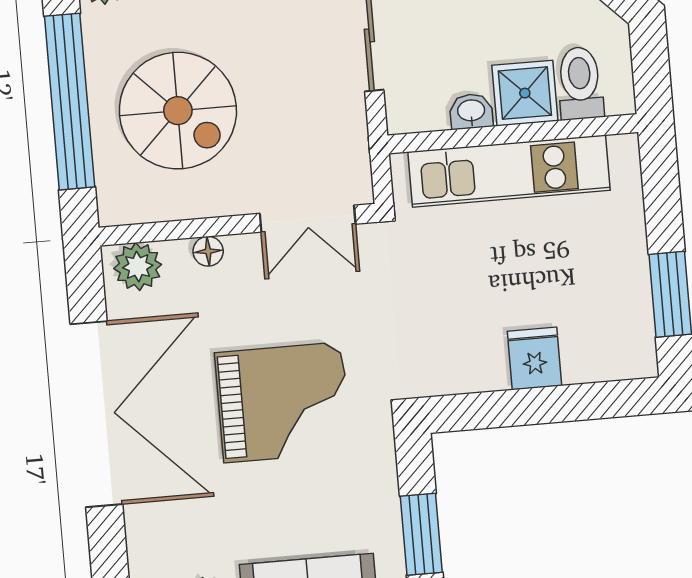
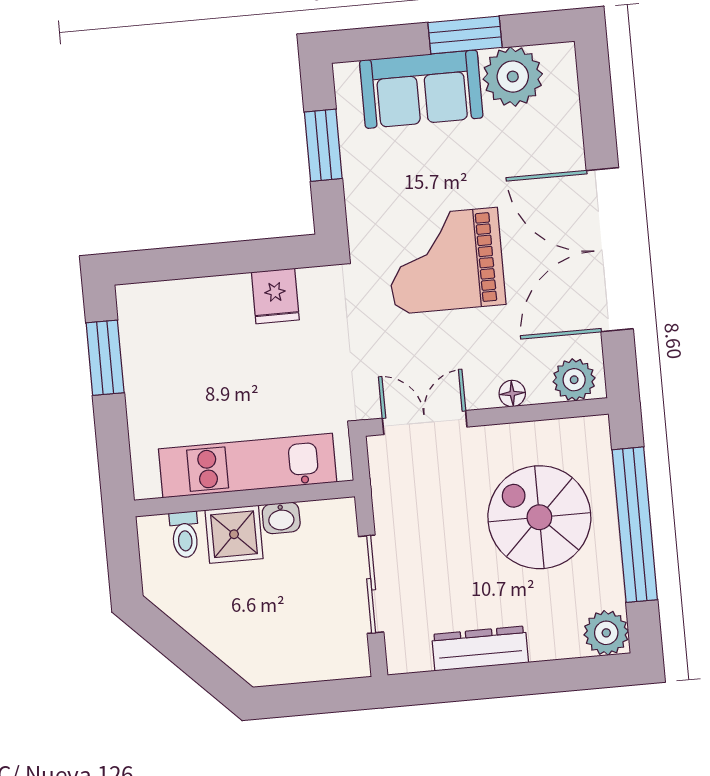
toilet: (580, 83) -> (185, 535), width x0.73, depth x0.72
fridge: (535, 358) -> (275, 296), moved

